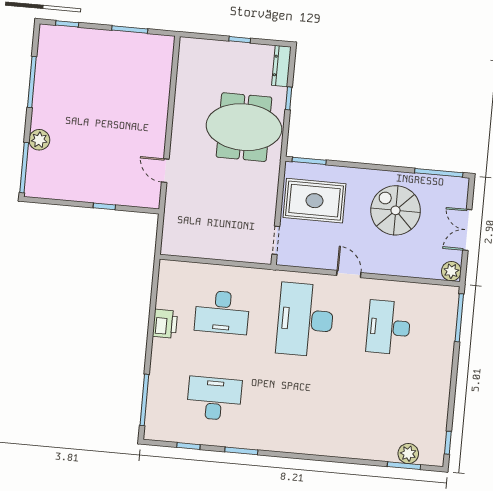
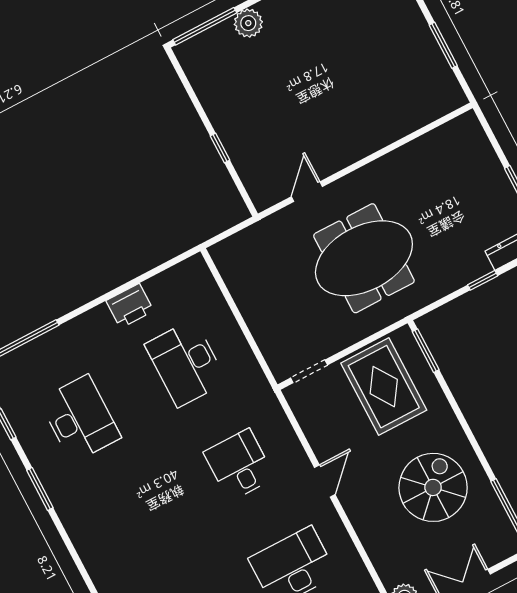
meeting table: (244, 127) -> (364, 258), moved, turned 90
desk: (305, 320) -> (239, 465), width x0.53, depth x0.77

